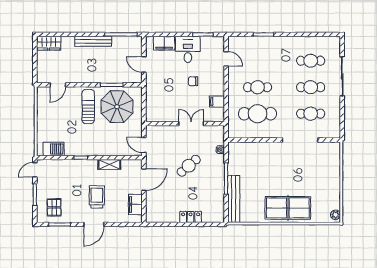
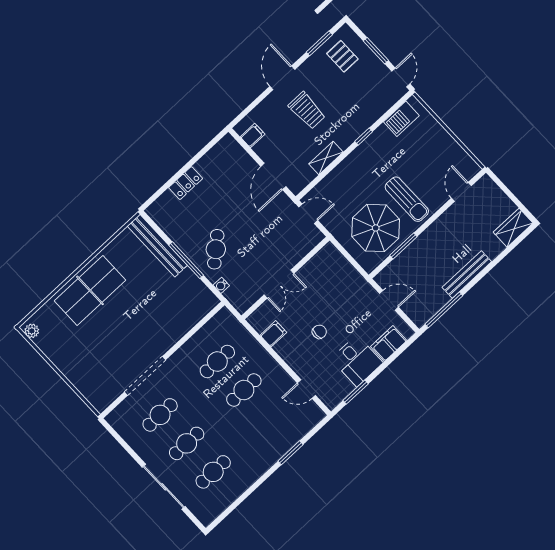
cafe table: (258, 114) -> (217, 362), width x0.73, depth x0.74
cafe table: (189, 166) -> (216, 249), moved
filing cabinet: (135, 204) -> (253, 135), width x0.50

